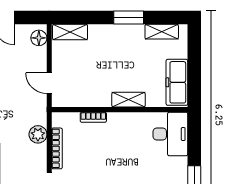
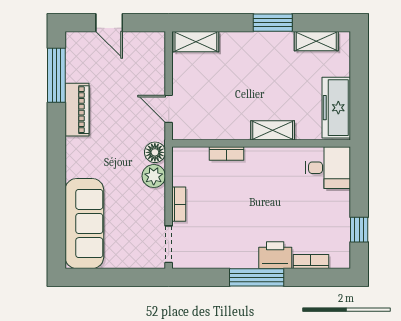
floor lamp: (39, 38) -> (155, 152), moved
desk: (170, 134) -> (328, 168), width x0.73
bookcase: (57, 148) -> (179, 204), width x0.64

